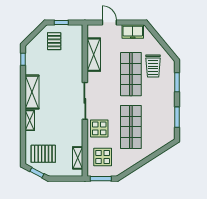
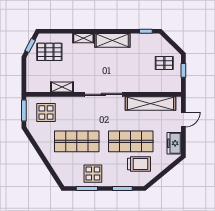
shelving: (94, 55) -> (151, 103), width x1.47
trolley: (153, 66) -> (139, 164), turned 180
display table: (99, 128) -> (93, 174), moved
pallet: (43, 154) -> (49, 52), turned 90
shelving: (78, 158) -> (62, 87), moved

